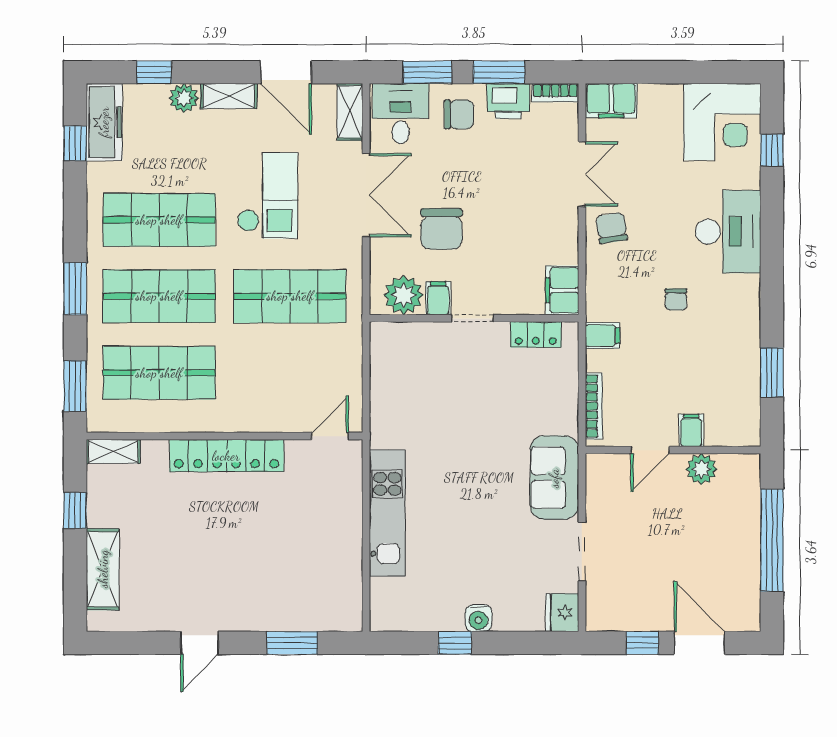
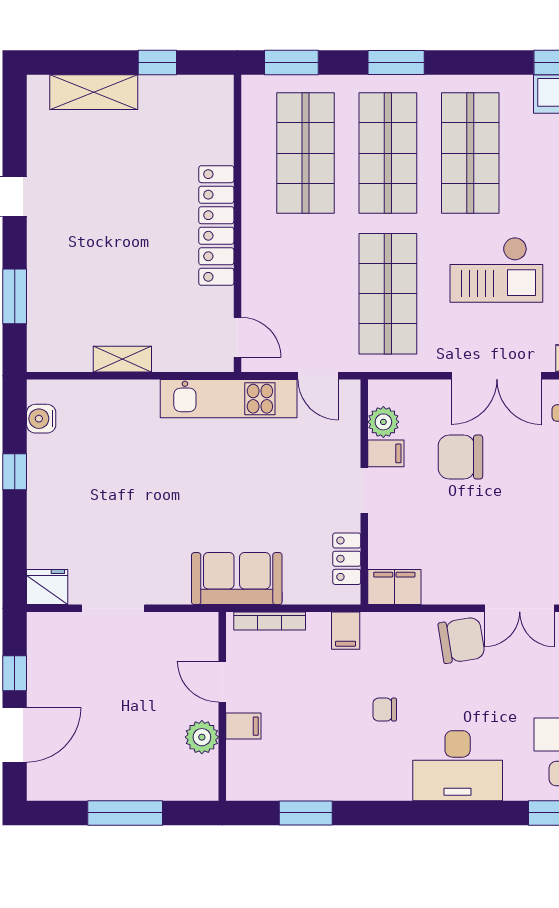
chair: (612, 228) -> (461, 640), width x1.37, depth x1.37
plant: (404, 295) -> (383, 422), width x0.73, depth x0.73
door: (366, 361) -> (318, 376), added
shelving: (113, 452) -> (122, 359), moved, turned 90
sofa: (554, 478) -> (237, 579), moved
kitchen unit: (387, 513) -> (229, 399), moved
window: (772, 540) -> (125, 813), width x0.68
water cooler: (478, 618) -> (41, 419), moved

